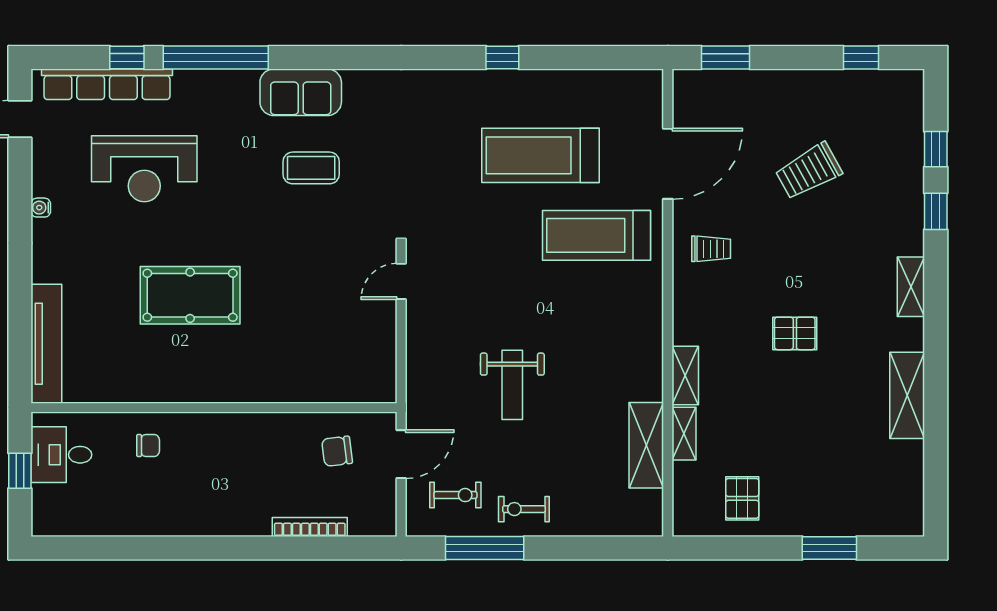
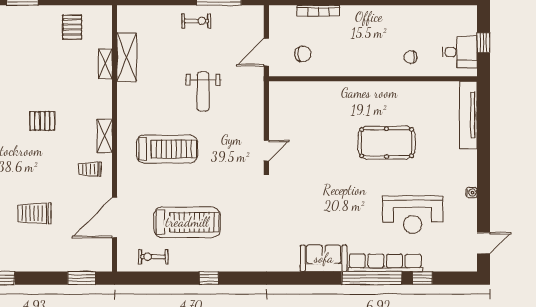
row of seats: (107, 84) -> (385, 263), moved
coffee table: (311, 168) -> (318, 215), removed
reception desk: (144, 169) -> (413, 215), turned 180
trolley: (809, 171) -> (34, 213), turned -151
treadmill: (597, 235) -> (167, 149), moved
shelving: (685, 375) -> (105, 136), moved
weight bench: (512, 385) -> (203, 92), turned 180
exercise bike: (455, 495) -> (153, 257), moved

